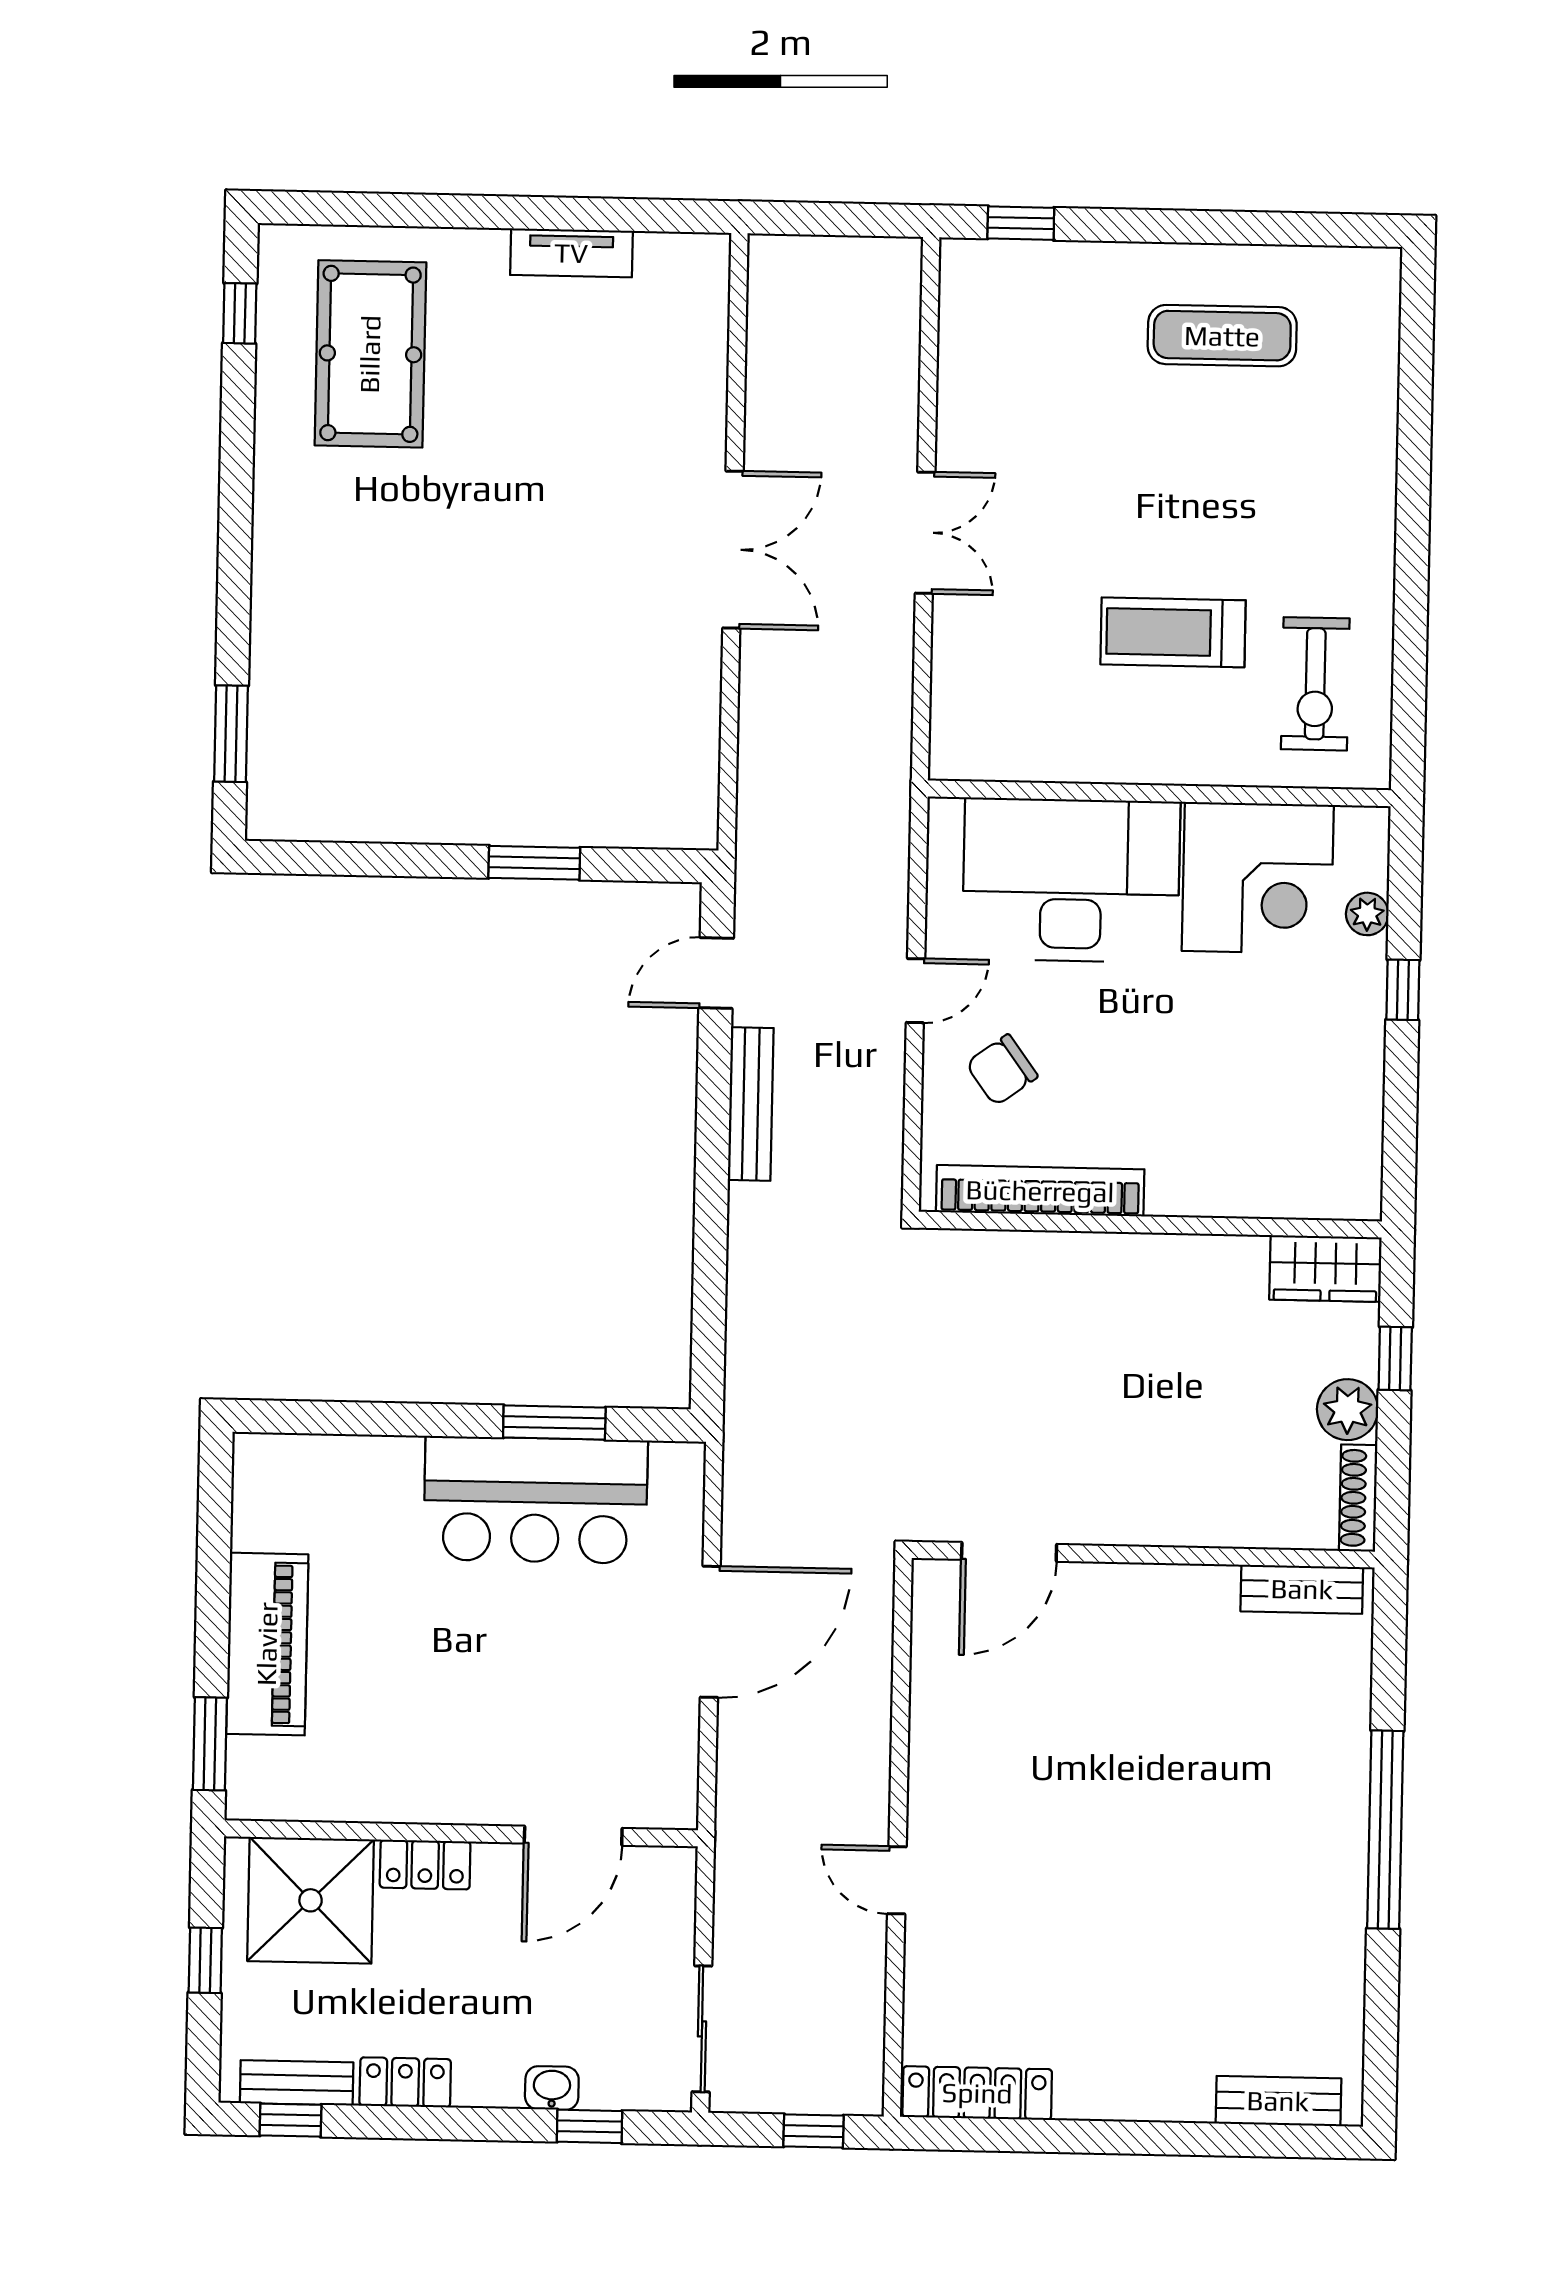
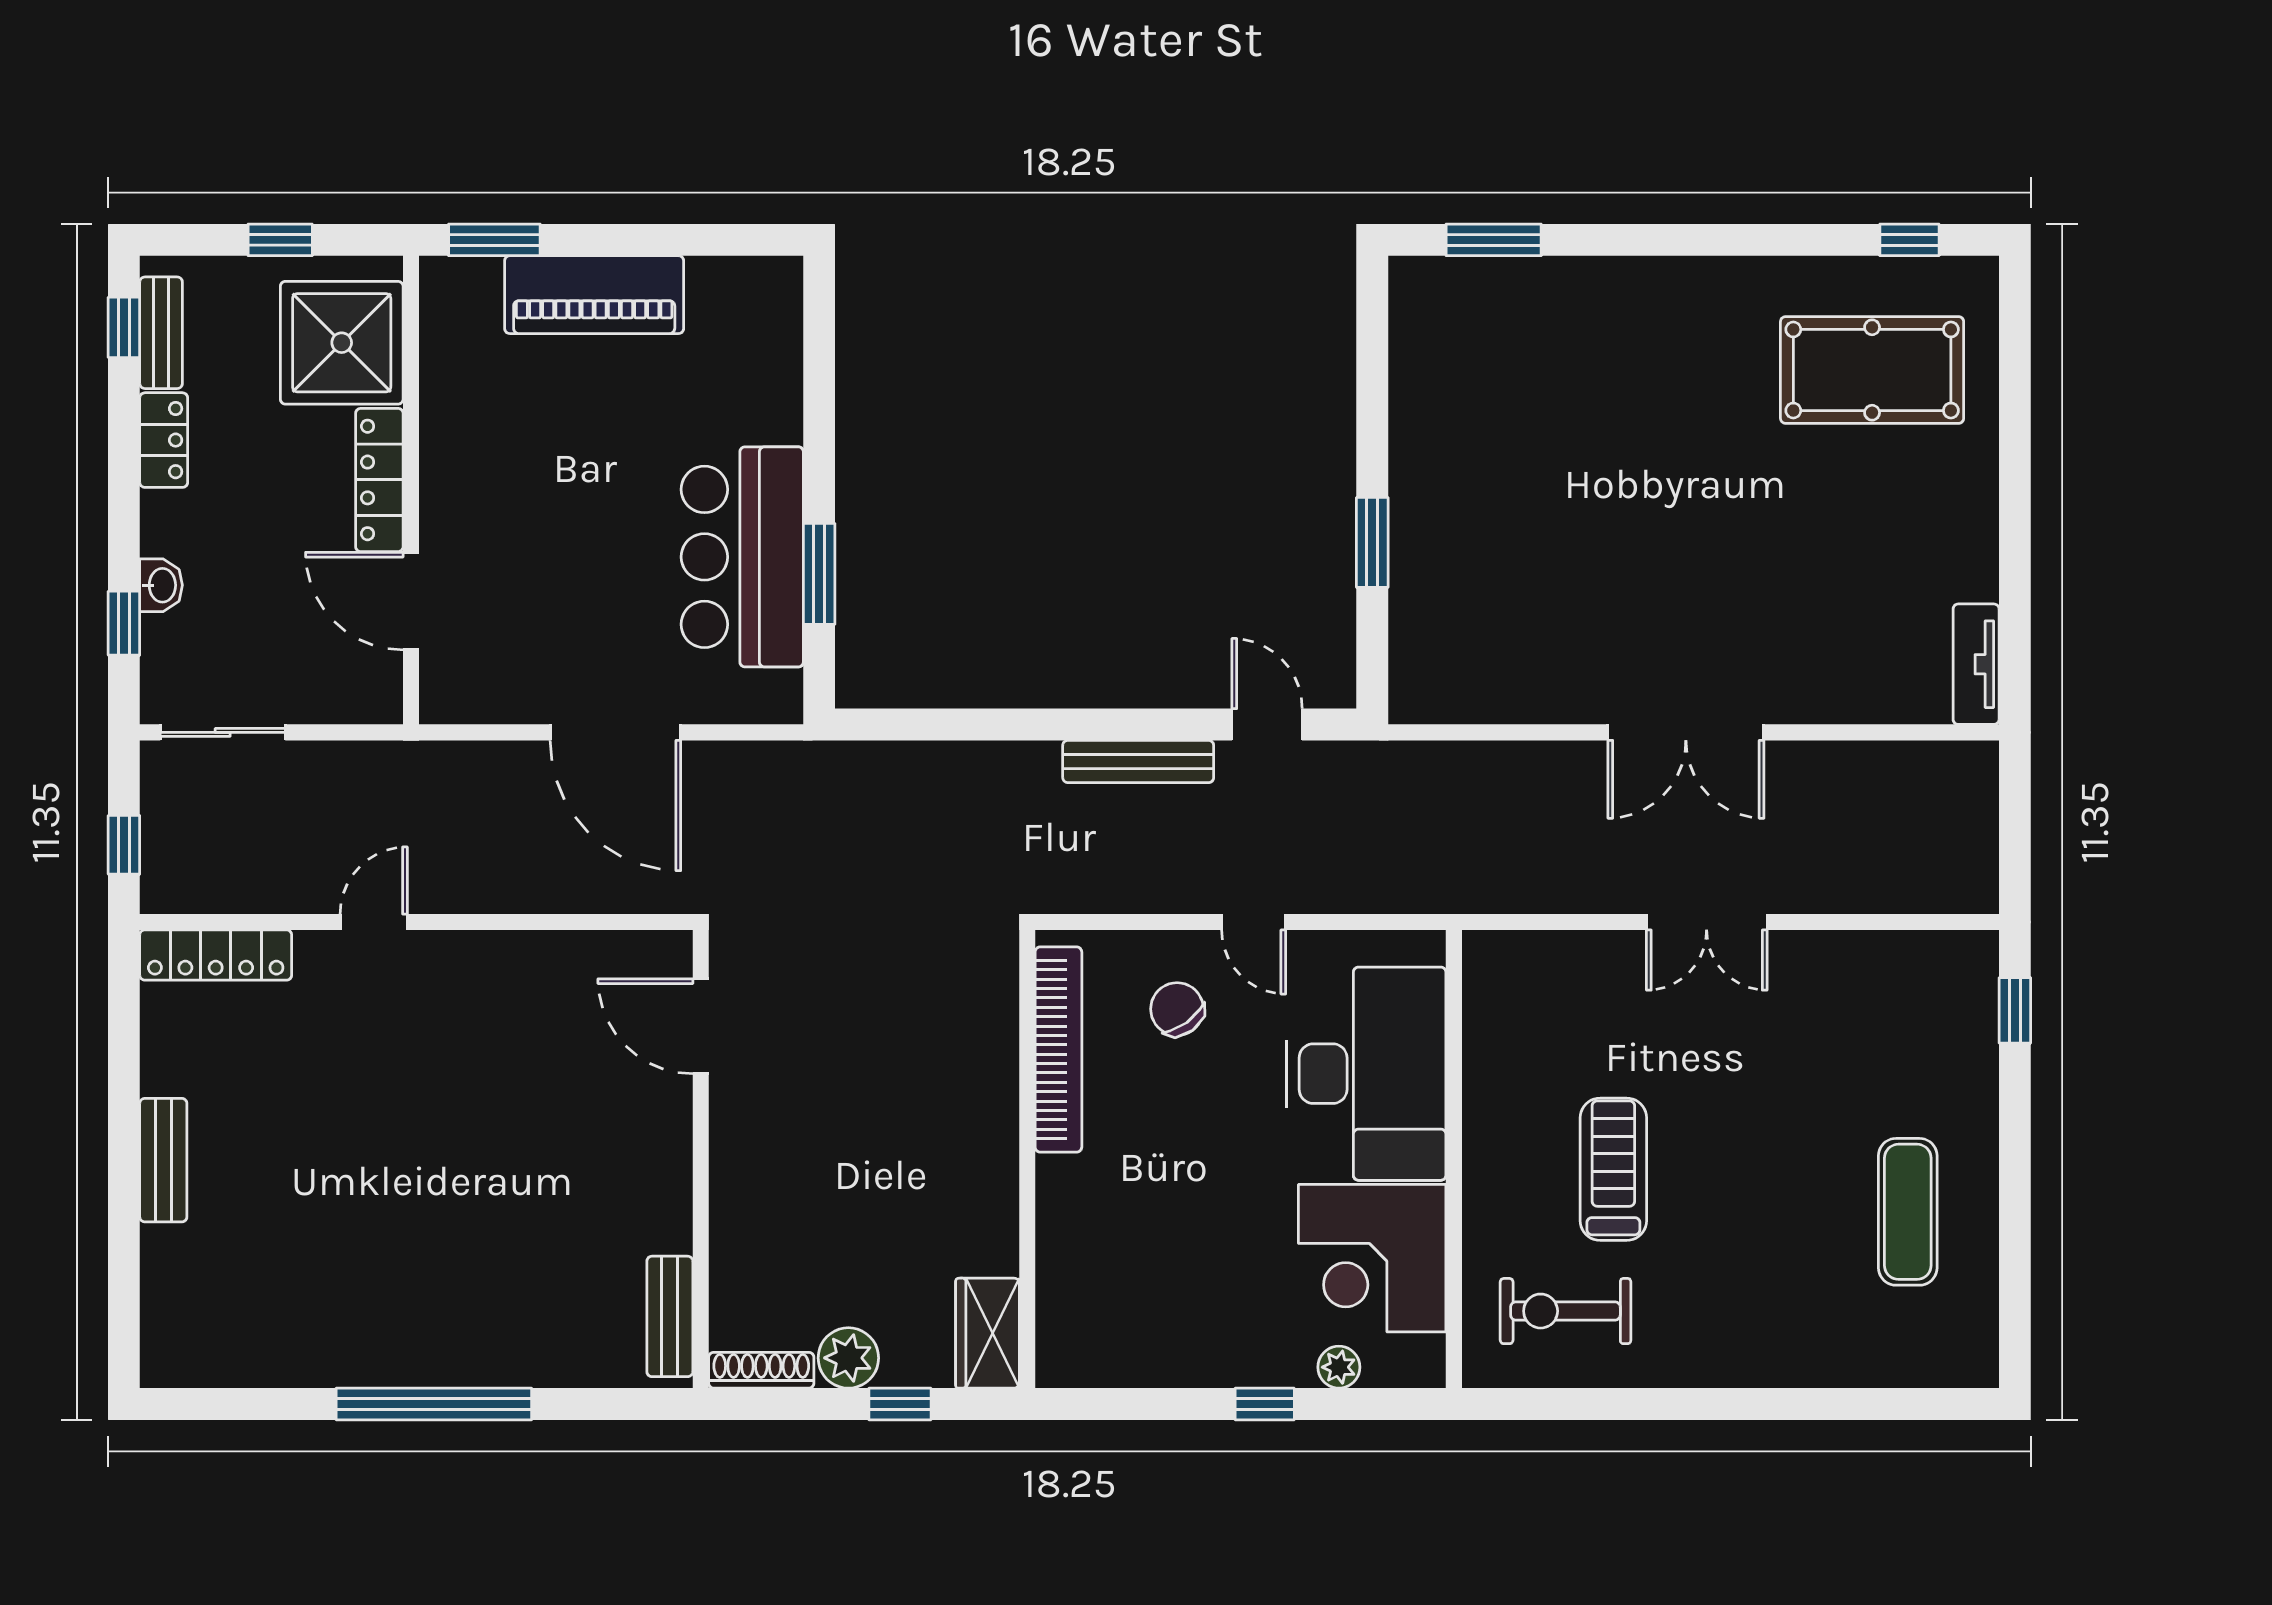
tv unit: (571, 253) -> (1976, 664), moved
locker: (425, 1865) -> (379, 480), width x1.53
locker: (977, 2093) -> (216, 955), moved, turned 90
bench: (1278, 2101) -> (163, 1160), moved

